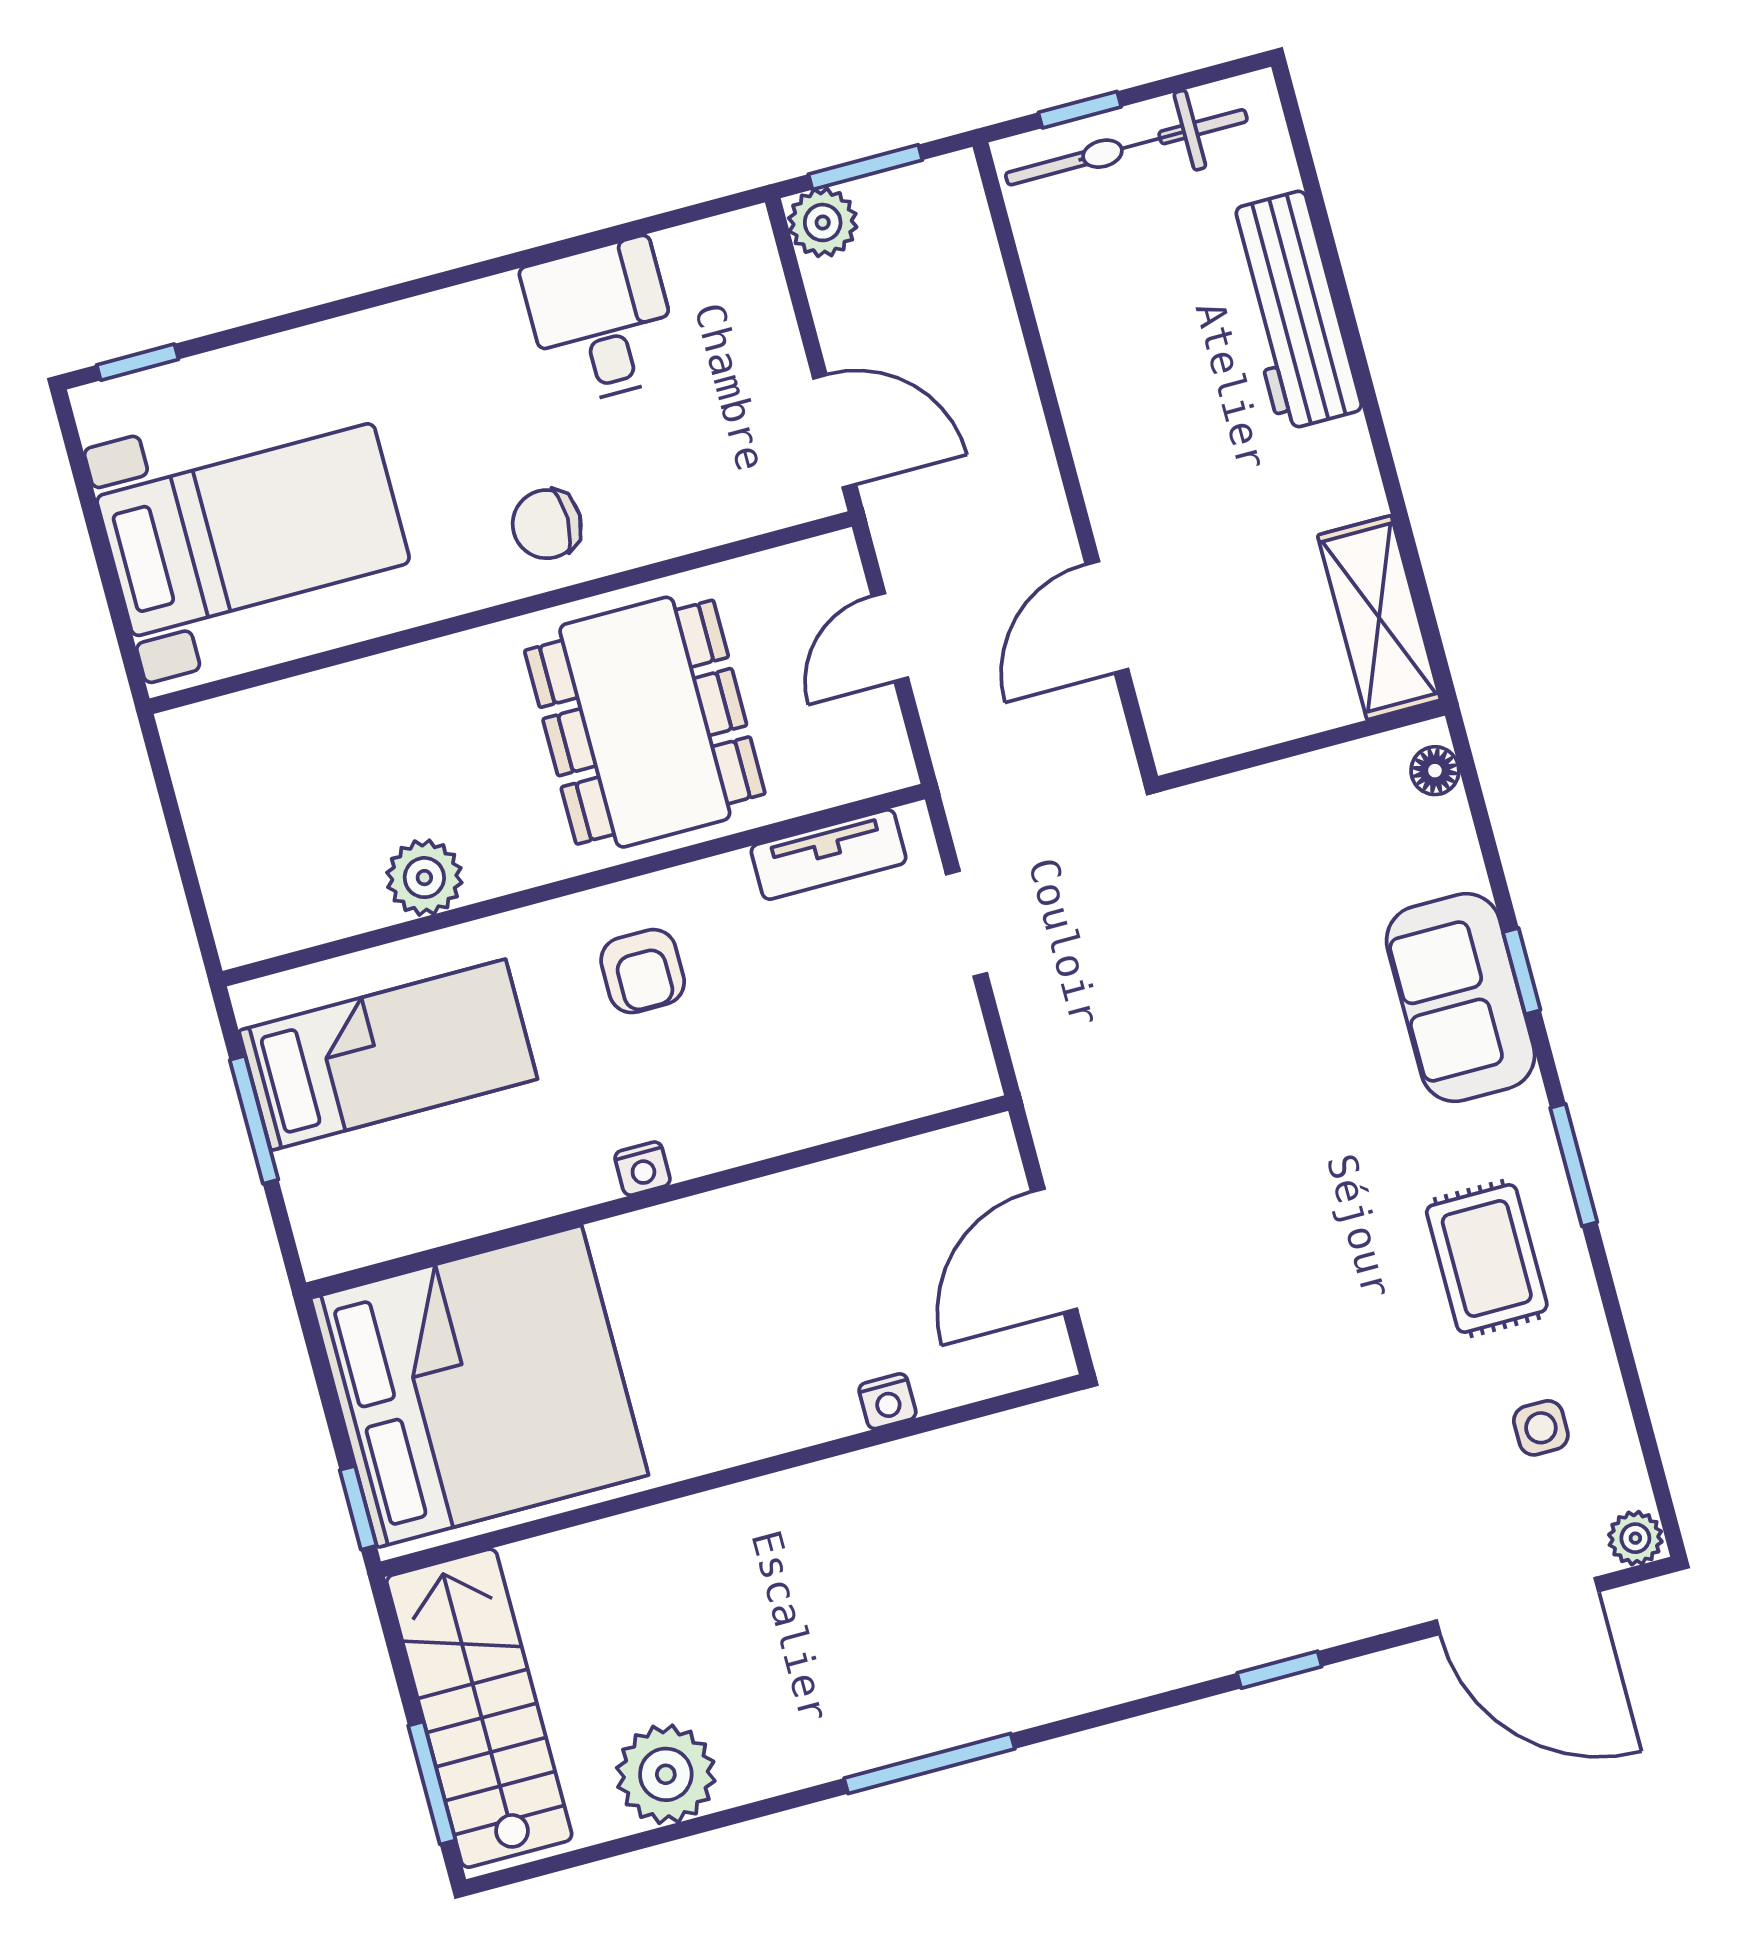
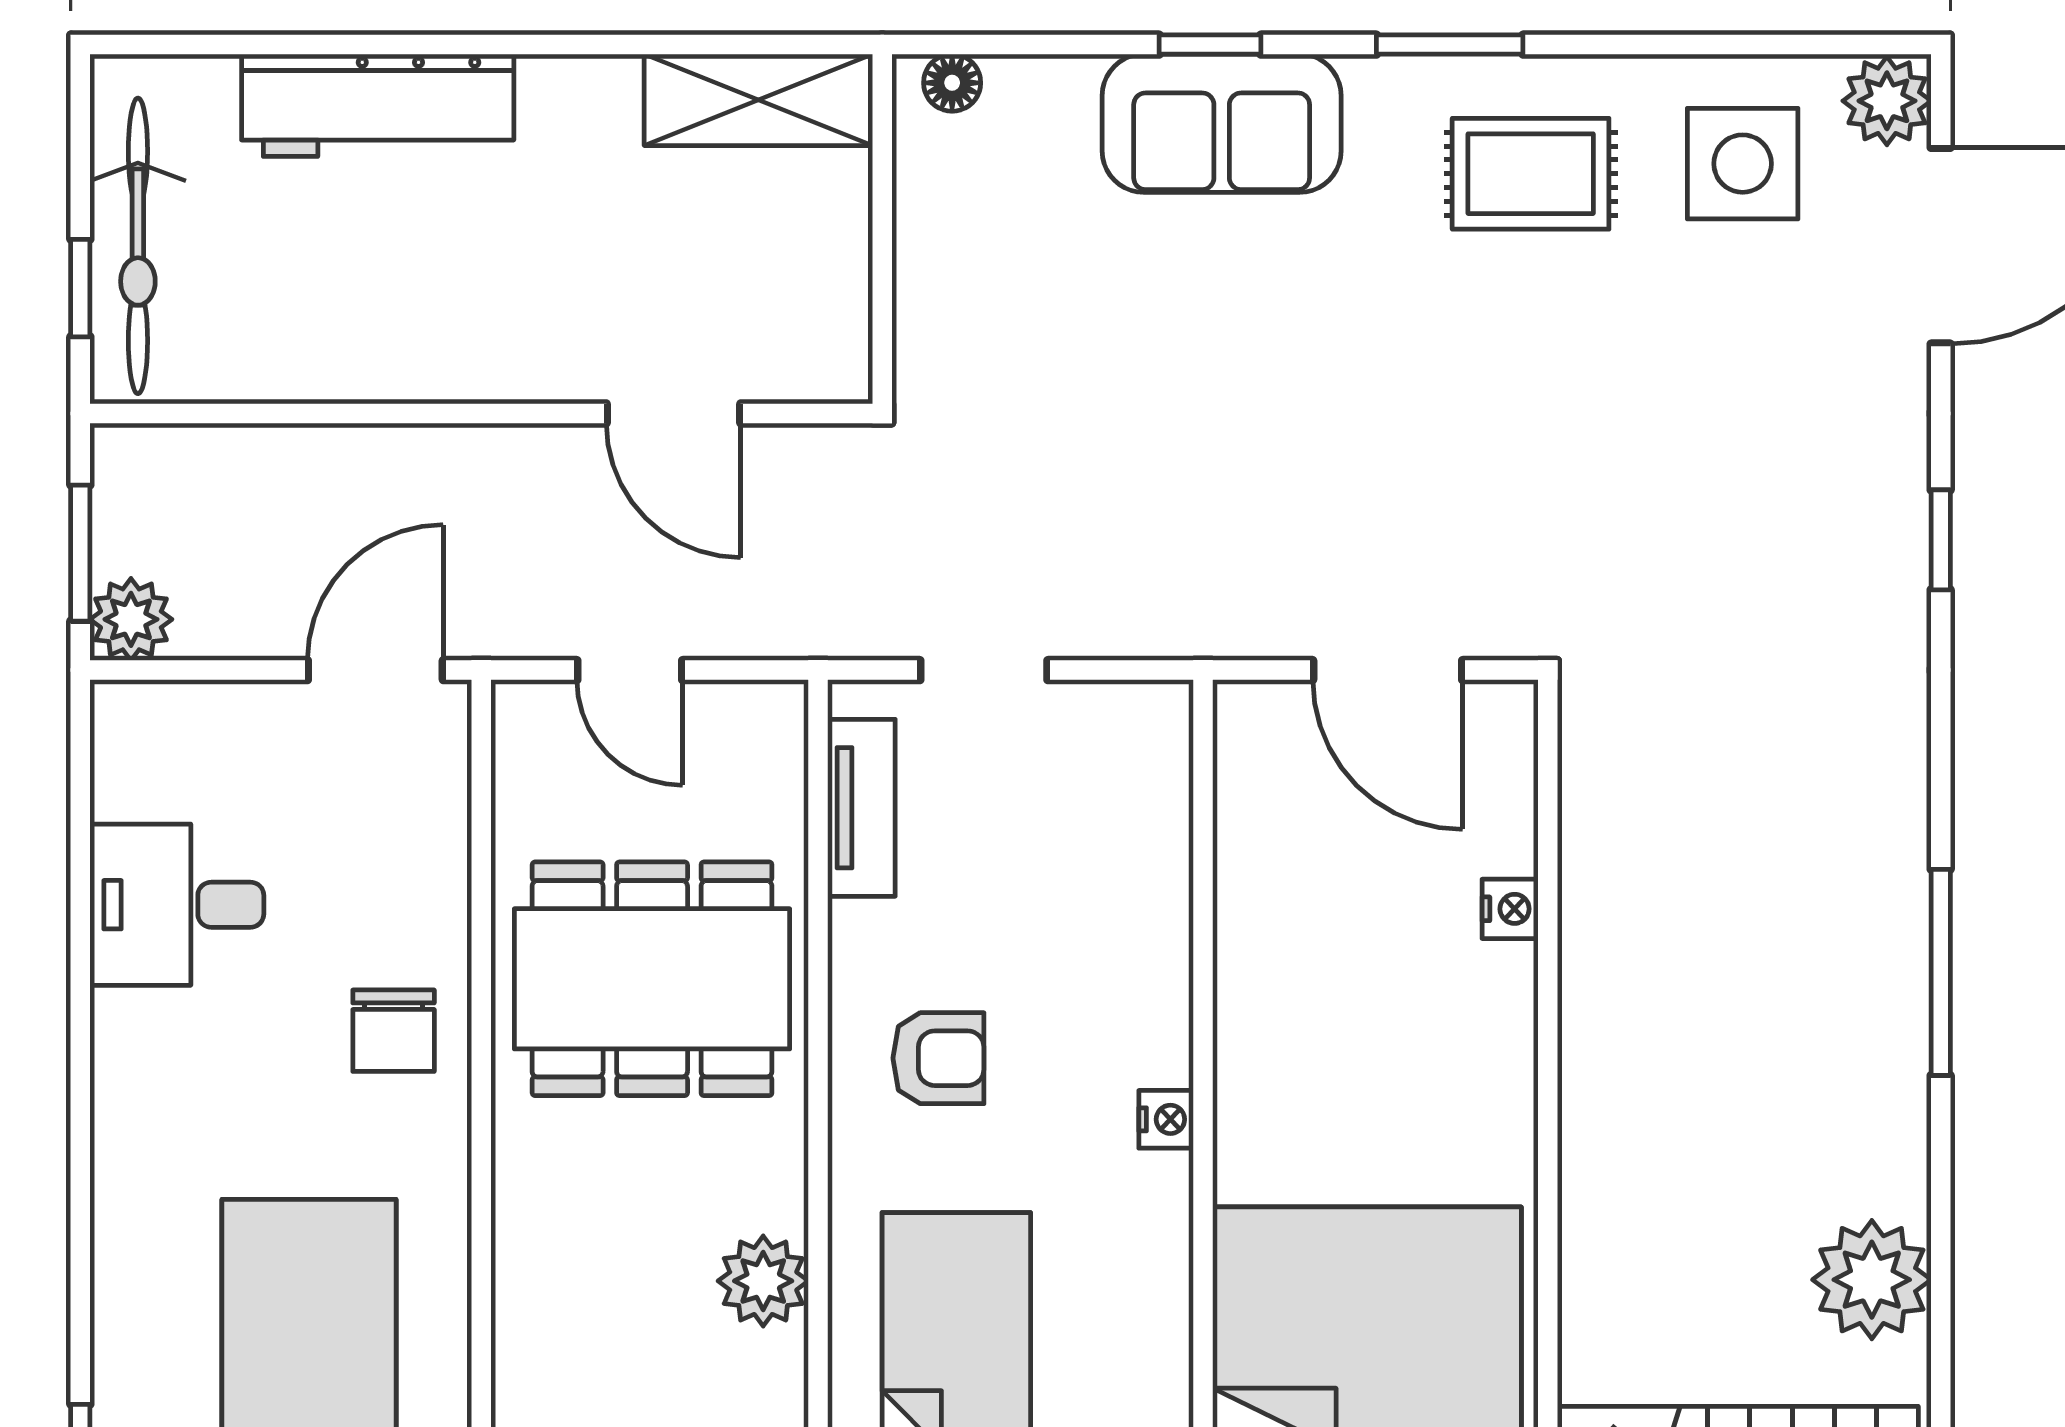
side table: (1541, 1428) -> (1743, 164), width x1.87, depth x1.87
plant: (1635, 1538) -> (1887, 101), width x1.38, depth x1.38

